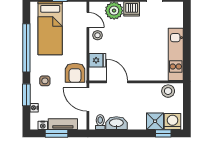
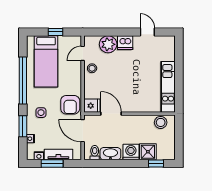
door: (88, 20) -> (83, 53), swing flipped
fridge: (97, 60) -> (92, 106), moved
washing machine: (173, 122) -> (131, 152), moved

